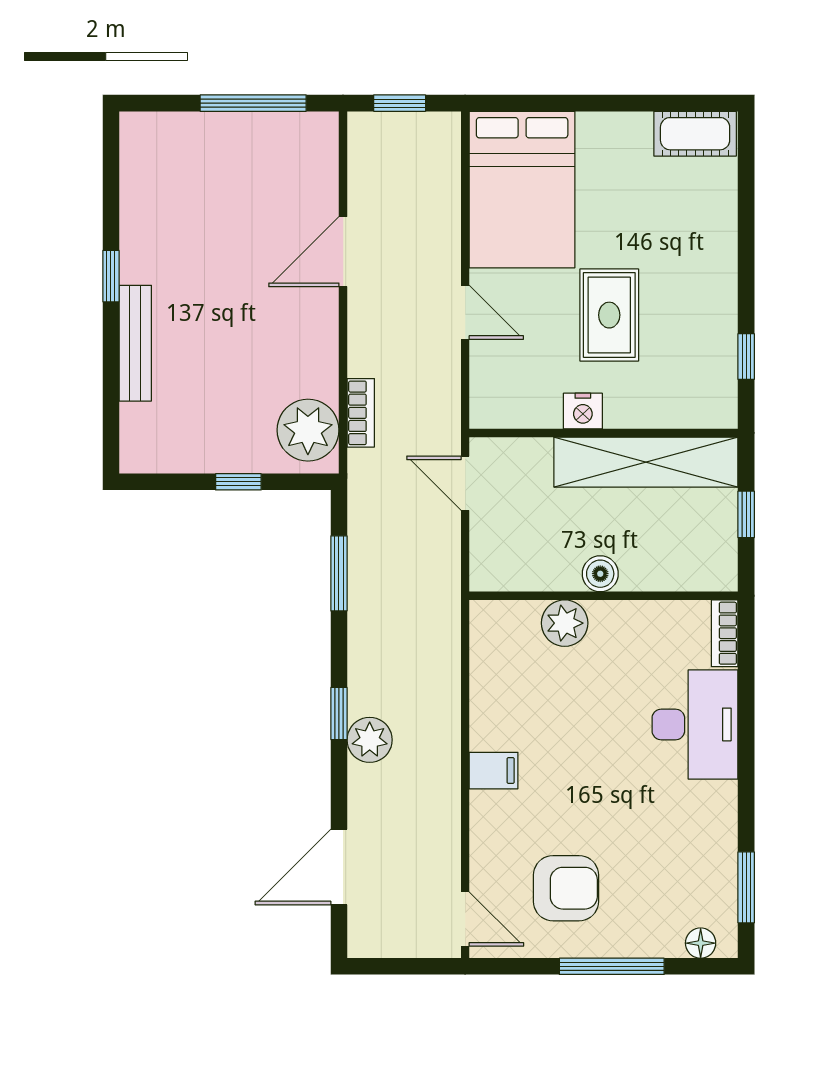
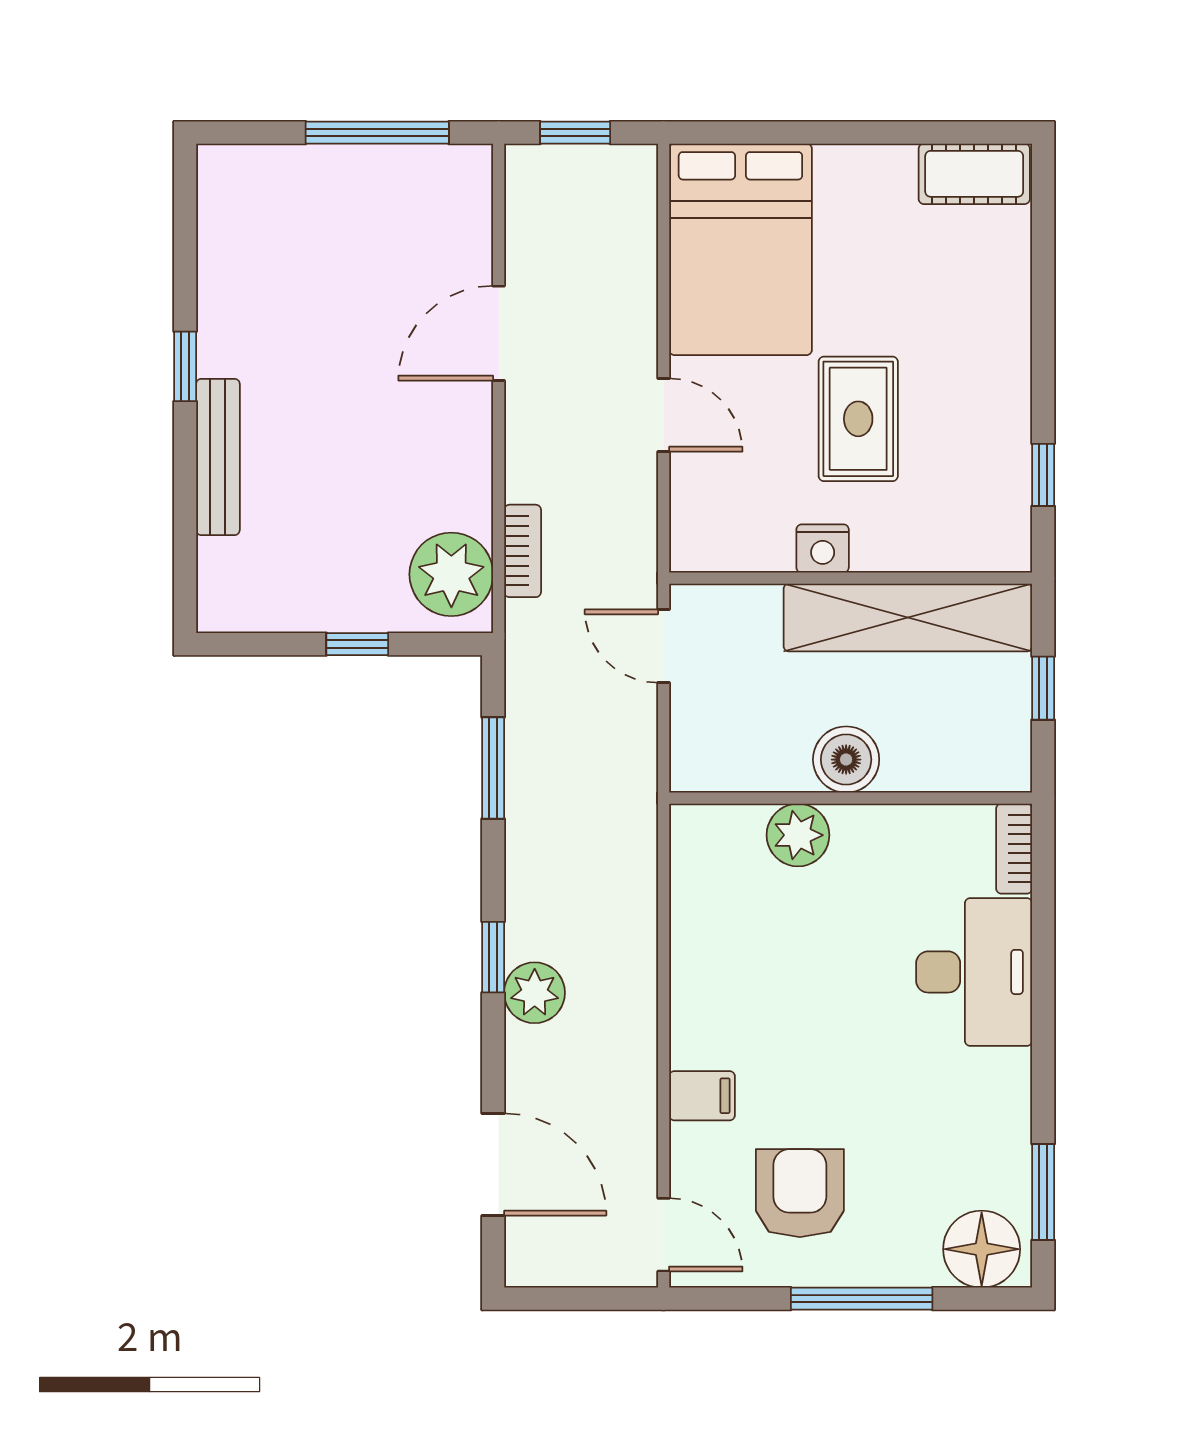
boiler: (600, 574) -> (846, 760), width x1.36, depth x1.36
filing cabinet: (494, 771) -> (702, 1096), moved
door: (339, 867) -> (493, 1164), swing flipped
armchair: (566, 888) -> (800, 1193), turned -90
floor lamp: (701, 943) -> (982, 1249), width x1.89, depth x1.89

